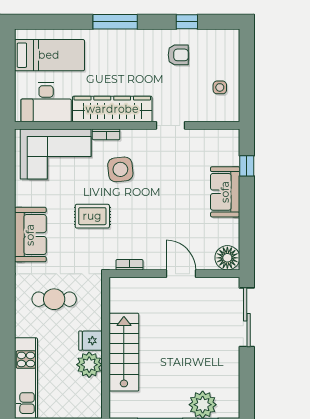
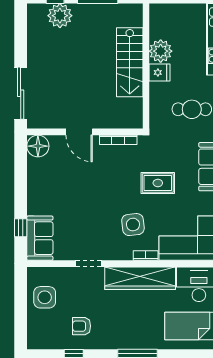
side table: (220, 87) -> (45, 297), width x1.87, depth x1.87
sofa: (225, 192) -> (40, 238), moved
bookcase: (129, 265) -> (118, 140), width x1.56

